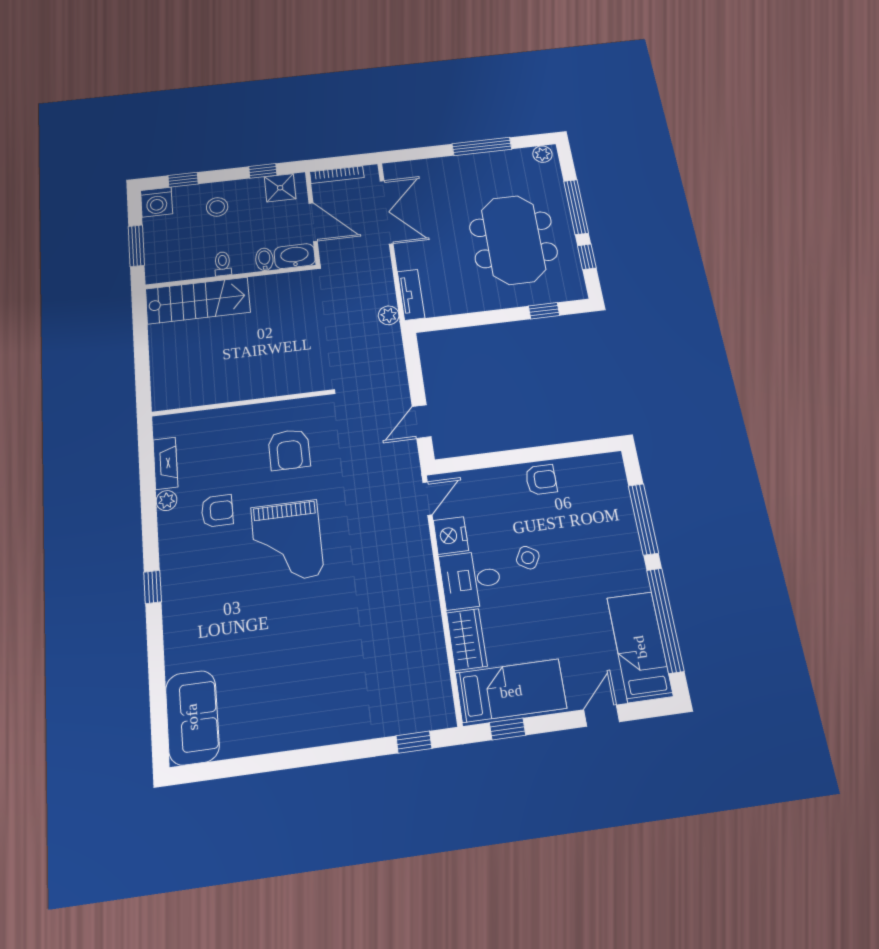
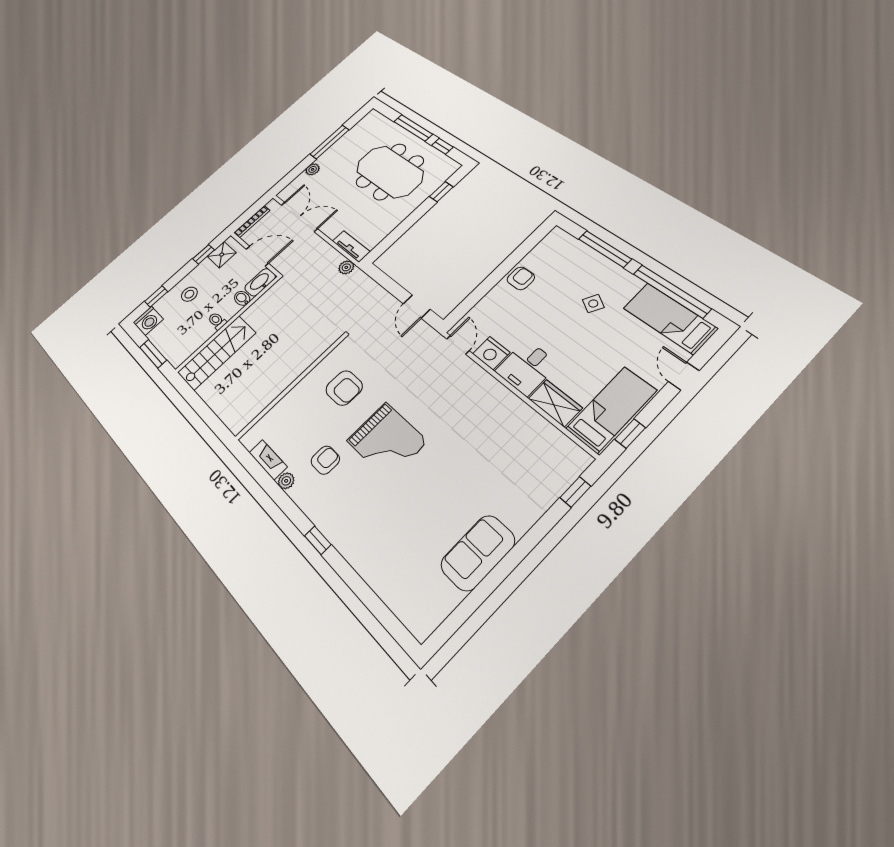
plant: (542, 154) -> (313, 169), moved
side table: (528, 558) -> (593, 304), moved
sofa: (192, 717) -> (478, 553), moved, turned -90

